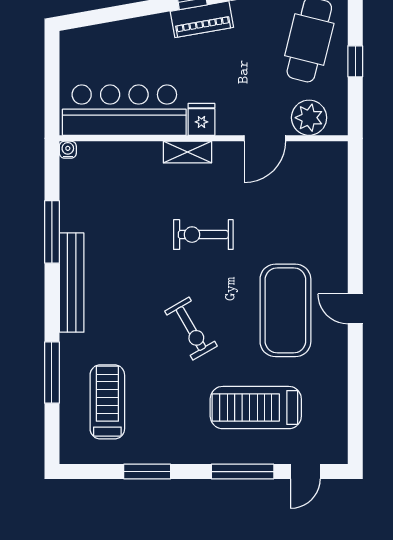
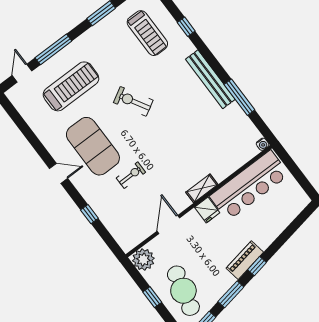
plant: (309, 118) -> (143, 260), moved
window: (355, 227) -> (89, 214), added
exercise bike: (203, 235) -> (131, 175), moved, width x0.73, depth x0.72
window: (52, 373) -> (186, 27), width x0.46

